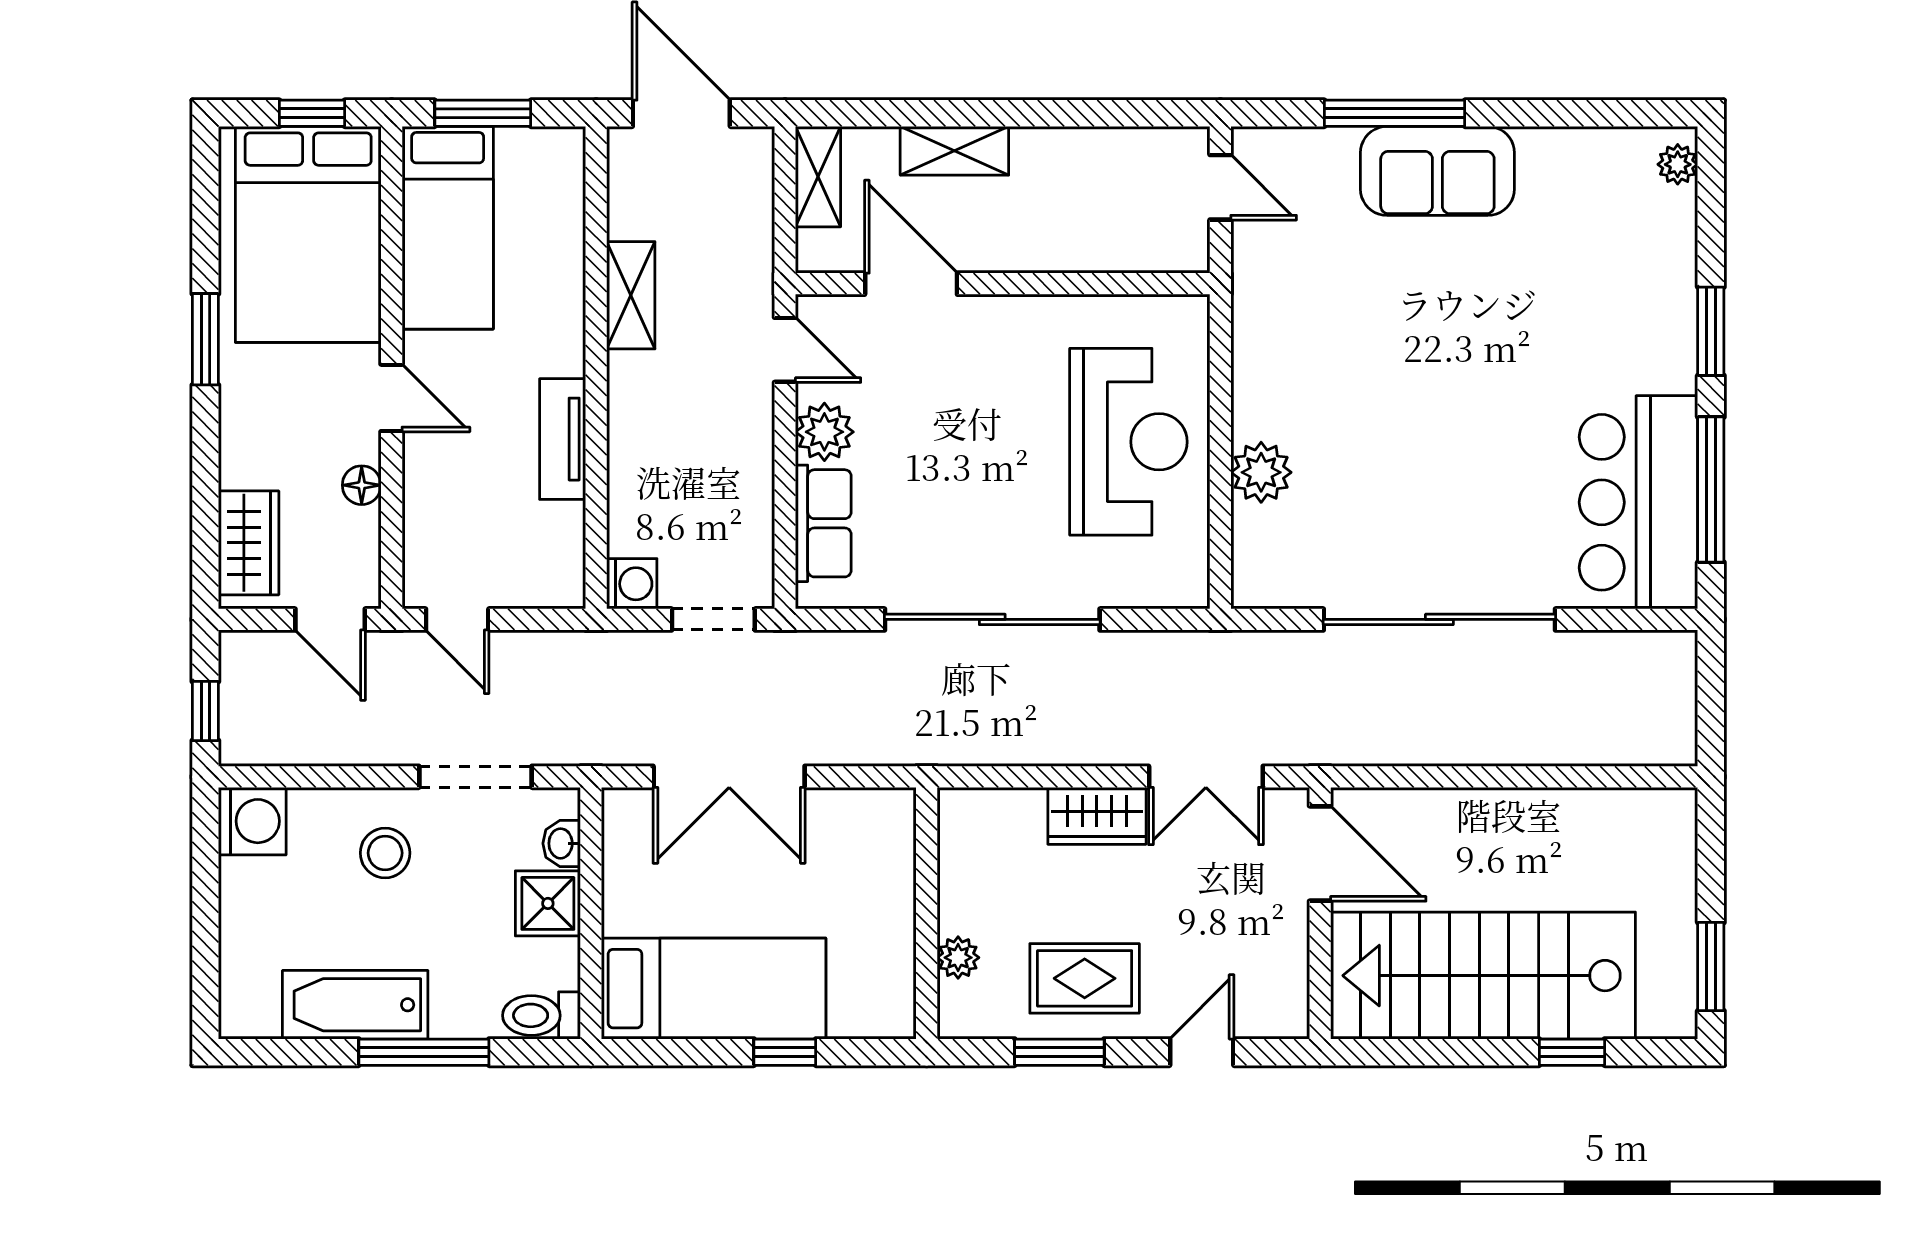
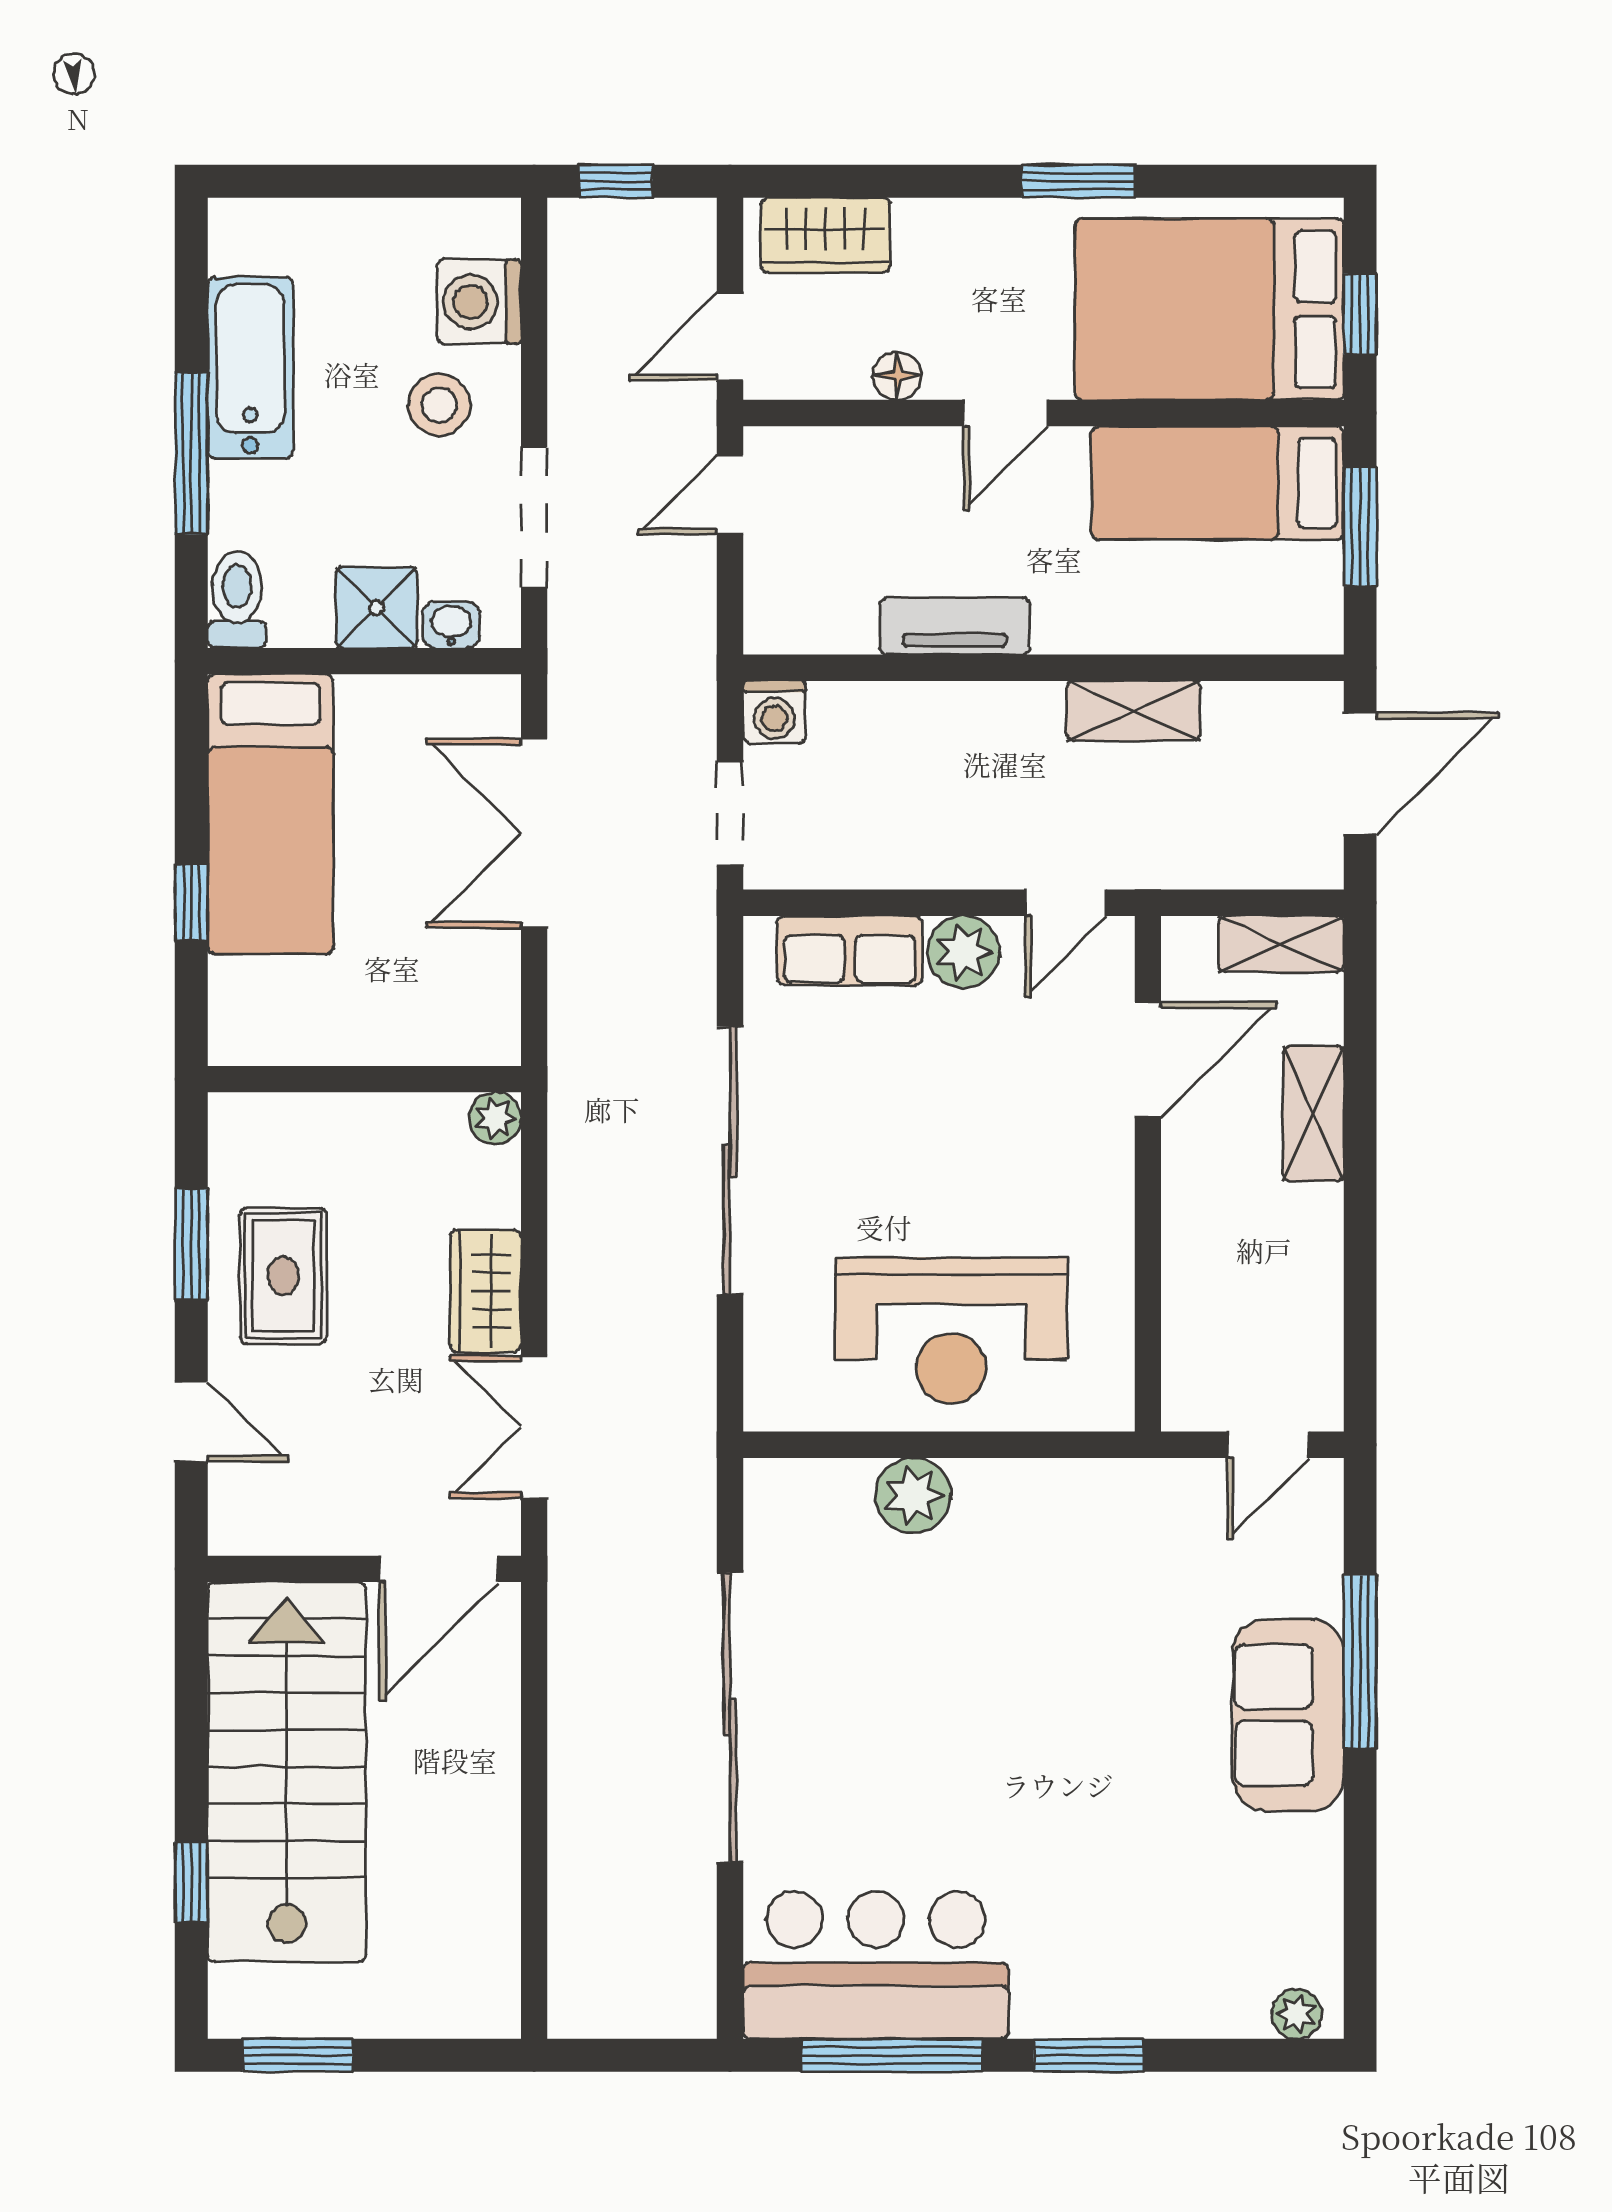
washing machine: (252, 821) -> (479, 302), moved, turned 90
plant: (958, 958) -> (495, 1118), moved

